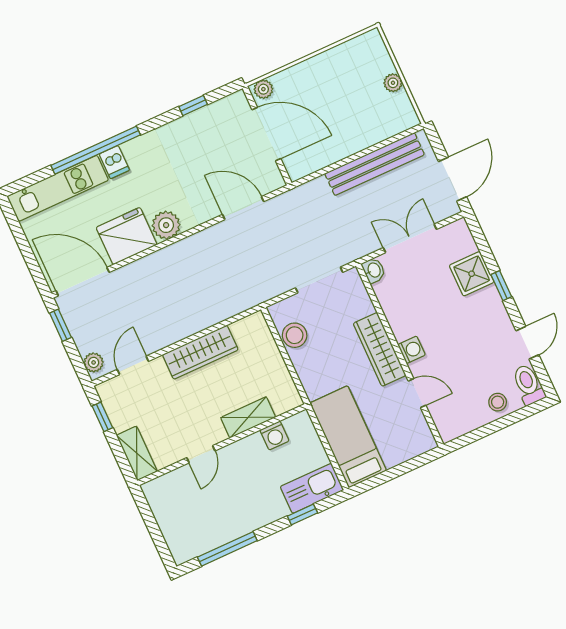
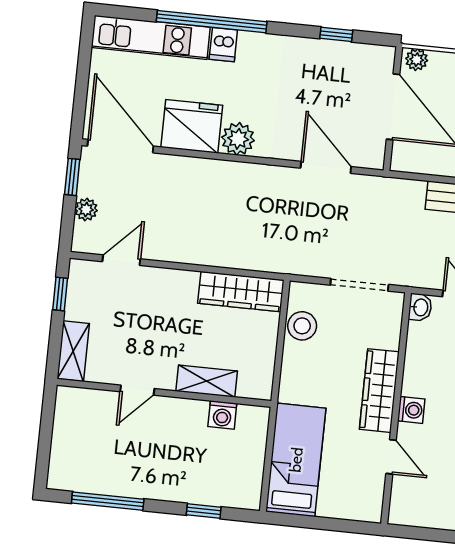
wardrobe: (200, 352) -> (241, 292), moved
plant: (94, 362) -> (86, 209), moved
kitchen sink: (312, 488) -> (229, 490), removed

